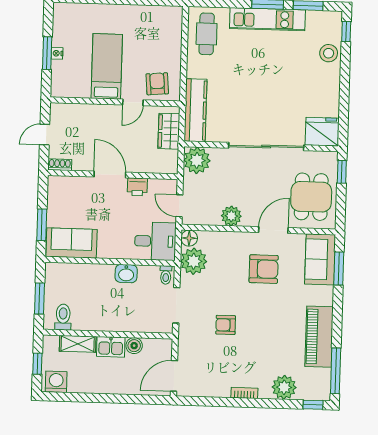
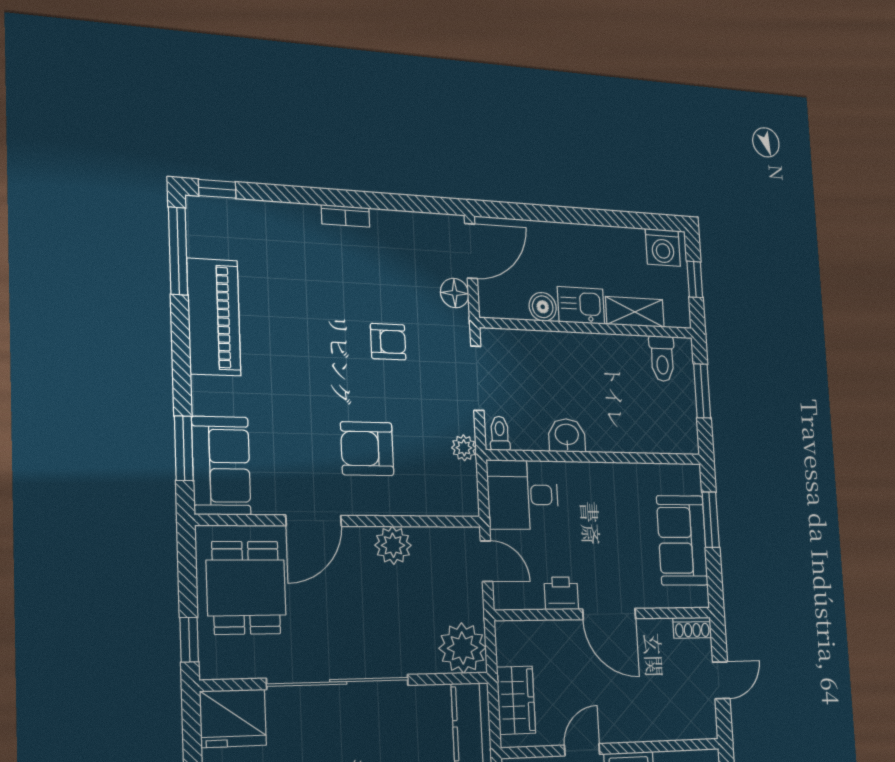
floor lamp: (189, 238) -> (455, 293), moved
sofa: (72, 243) -> (682, 540), moved, turned 90
plant: (194, 261) -> (464, 448), width x0.53, depth x0.53
armchair: (264, 269) -> (367, 449), moved
plant: (284, 387) -> (274, 223), removed

